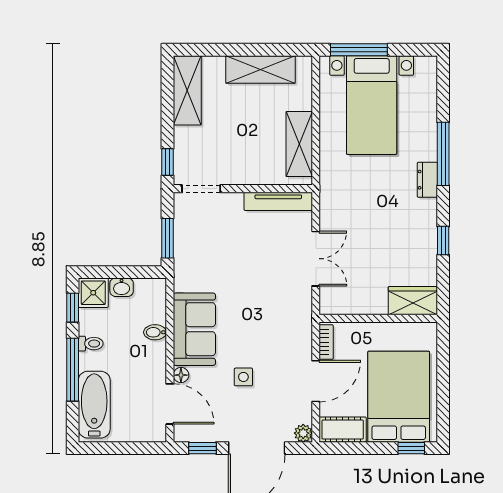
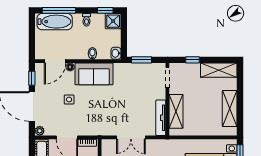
shelving: (299, 144) -> (176, 111), moved, turned 90
window: (168, 162) -> (192, 60), moved
washbasin: (122, 287) -> (116, 53), moved
window: (73, 370) -> (59, 10), moved

